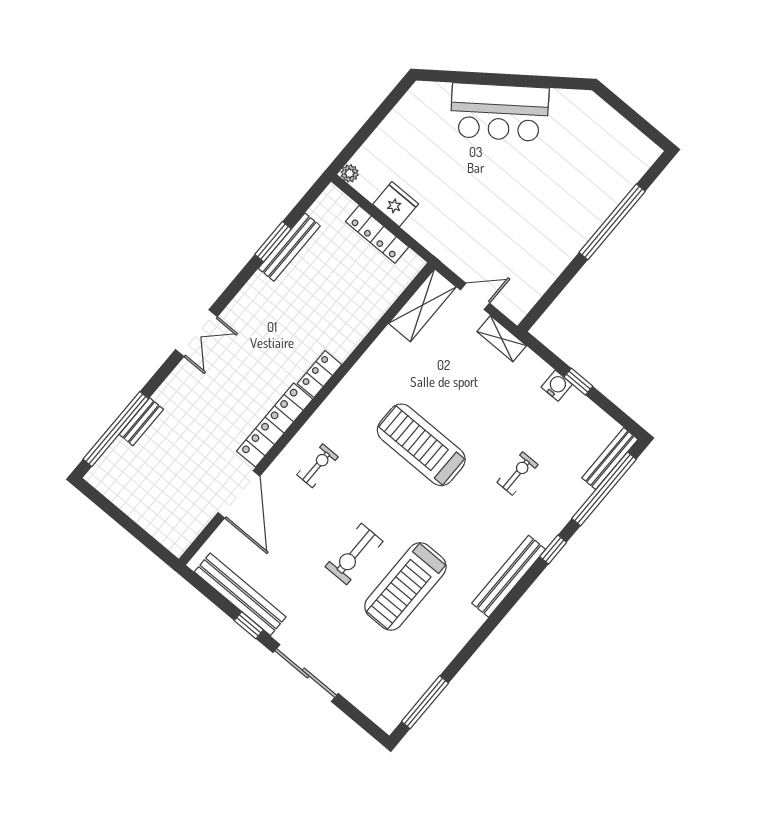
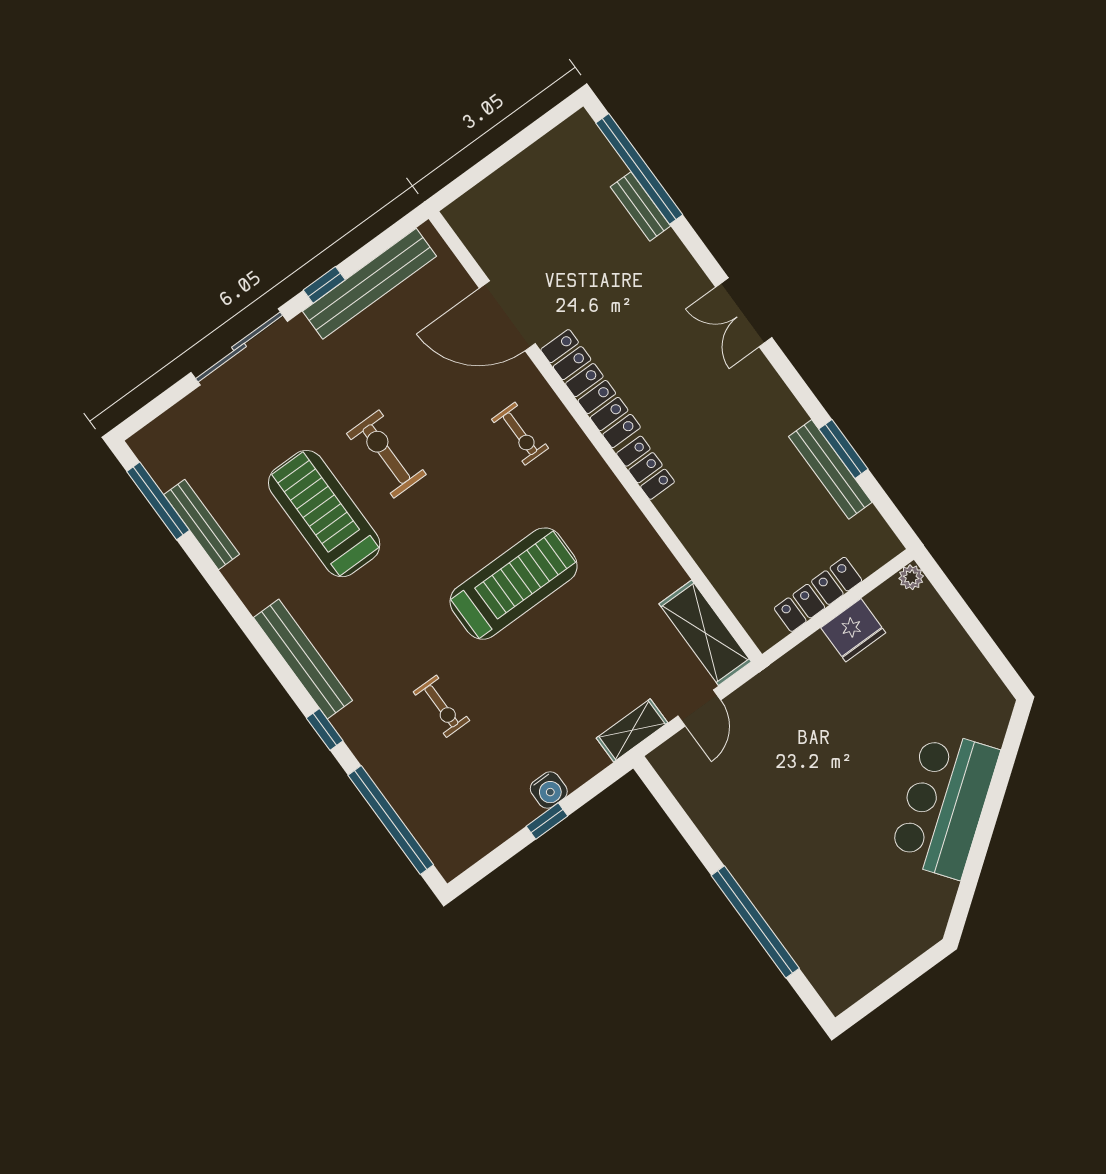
bench: (610, 459) -> (202, 524), moved

